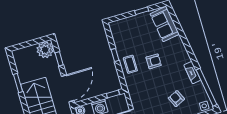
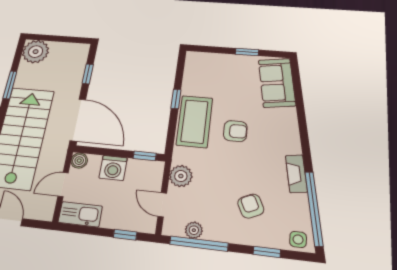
plant: (45, 50) -> (36, 52), moved
coffee table: (130, 64) -> (195, 121), width x1.86, depth x1.72
door: (68, 88) -> (78, 120), hinge flipped
plant: (136, 97) -> (181, 176), added

